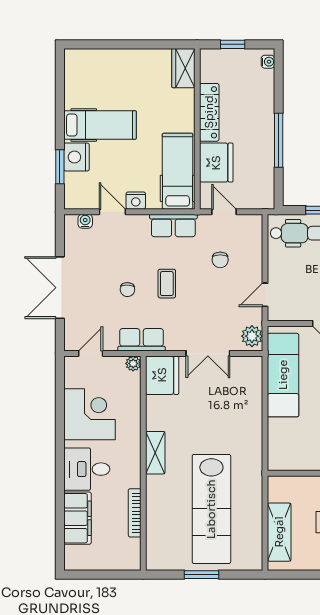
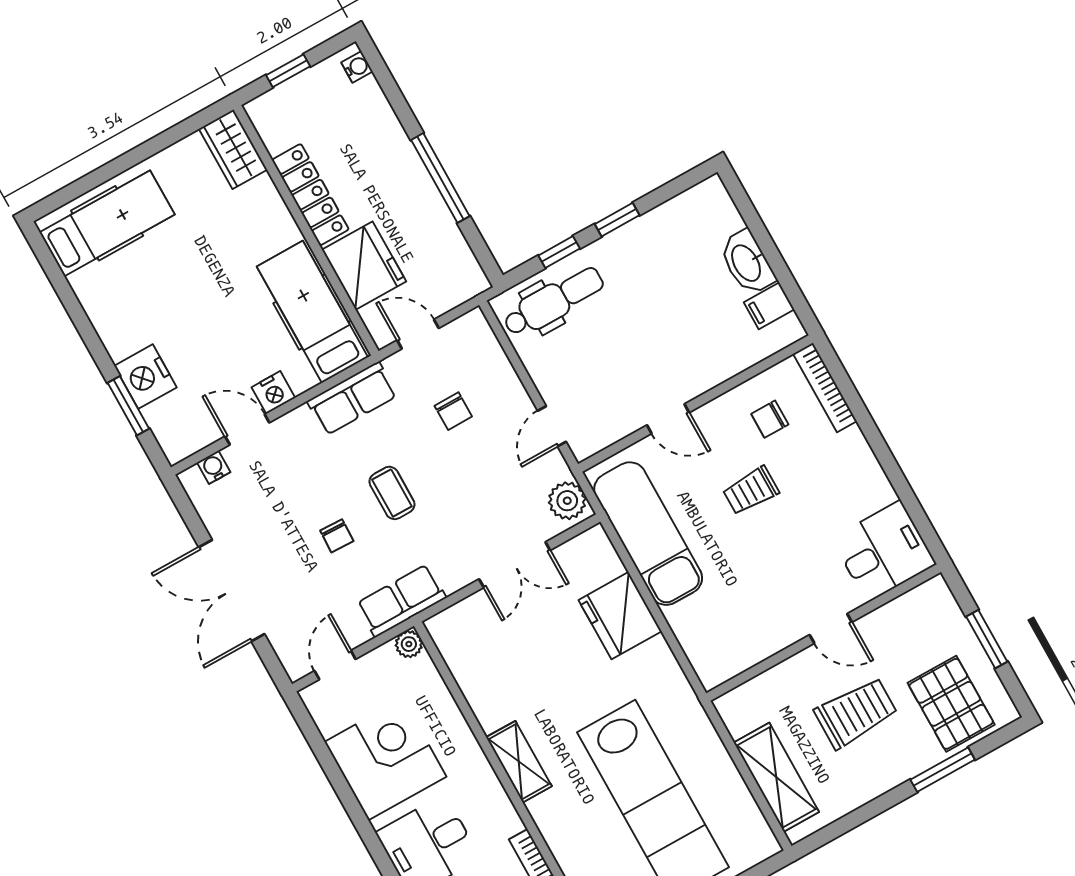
hospital bed: (100, 125) -> (107, 223), moved
fridge: (162, 375) -> (620, 616), moved, turned 180

